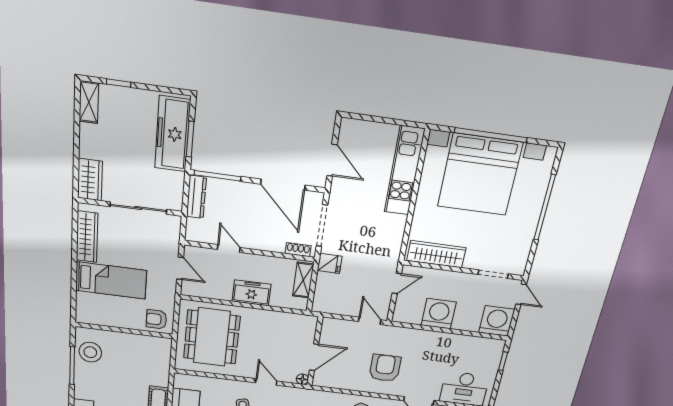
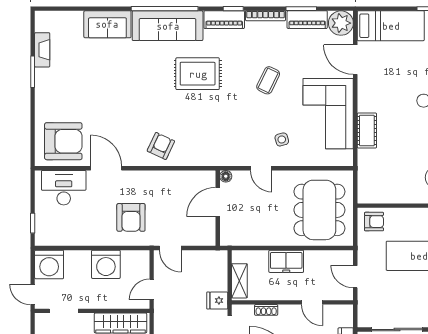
shoe rack: (298, 250) -> (266, 310), moved
armchair: (385, 368) -> (131, 217), moved

